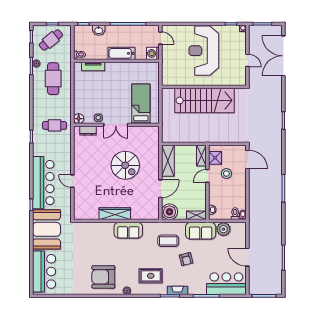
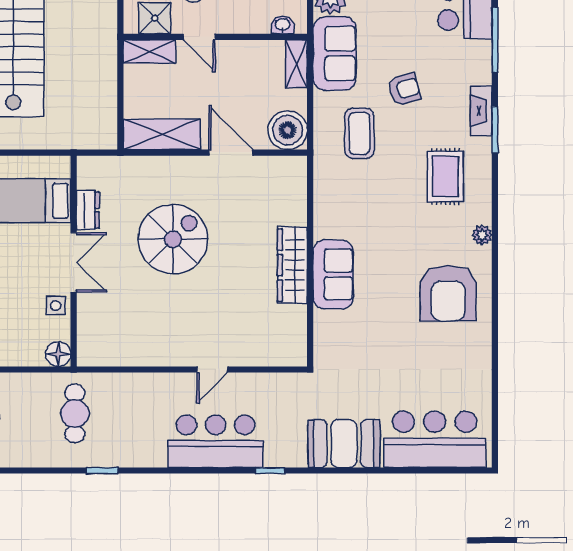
dresser: (88, 131) -> (88, 210), moved
bar counter: (43, 183) -> (216, 441), width x0.73
booth: (46, 229) -> (344, 444), width x0.73, depth x0.70
sofa: (128, 230) -> (333, 274), moved

